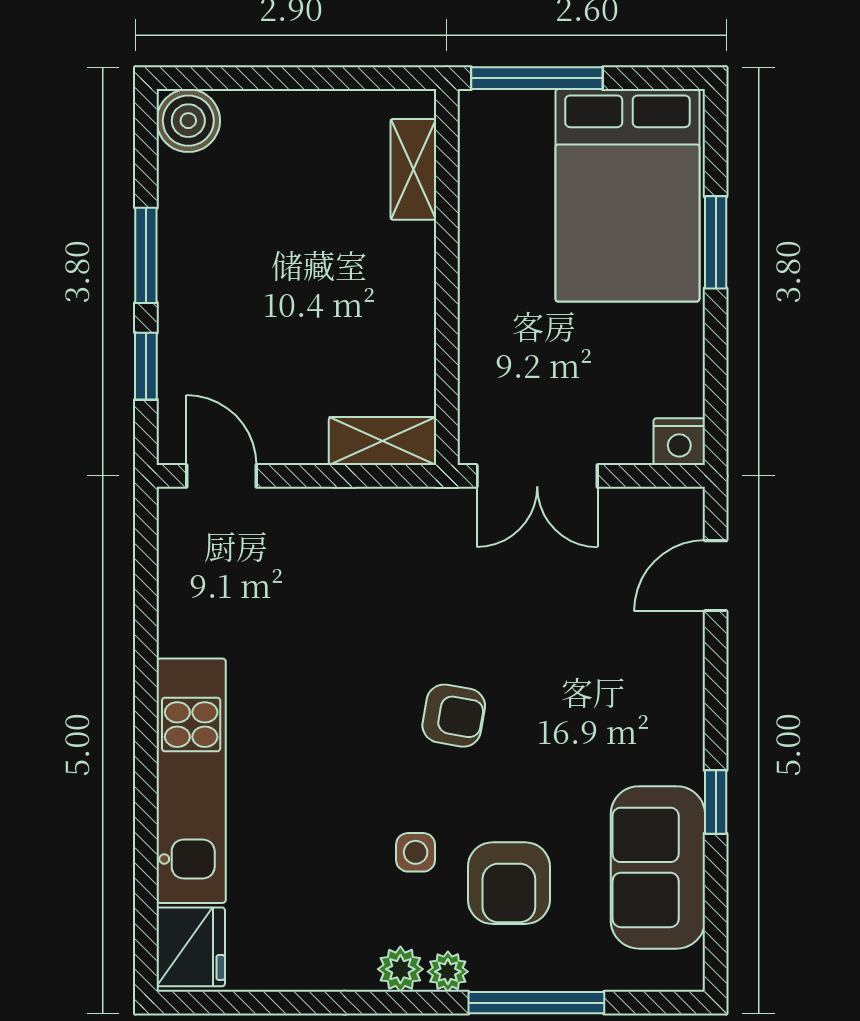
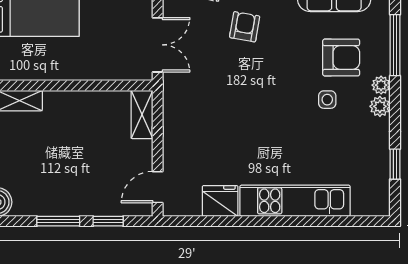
armchair: (454, 716) -> (245, 27), moved
fridge: (191, 947) -> (220, 201), moved
window: (272, 1003) -> (395, 164), added

